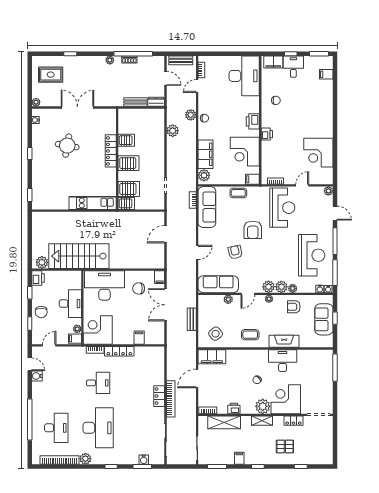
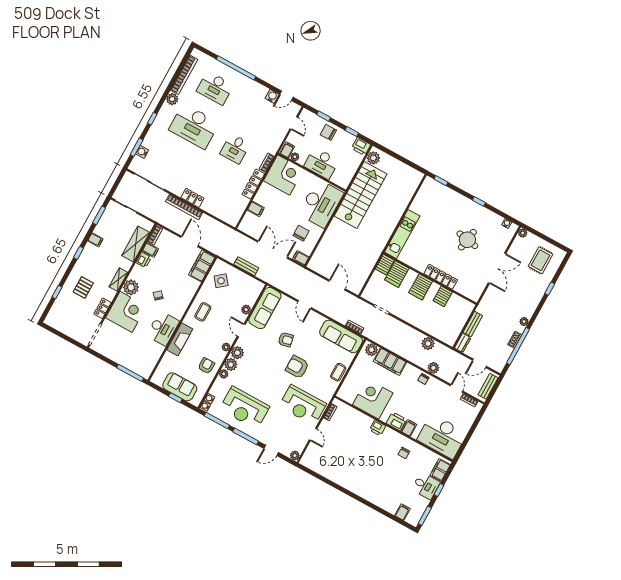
corner desk: (318, 153) -> (335, 466), removed
filing cabinet: (252, 179) -> (409, 428), moved
filing cabinet: (222, 407) -> (150, 250), added

